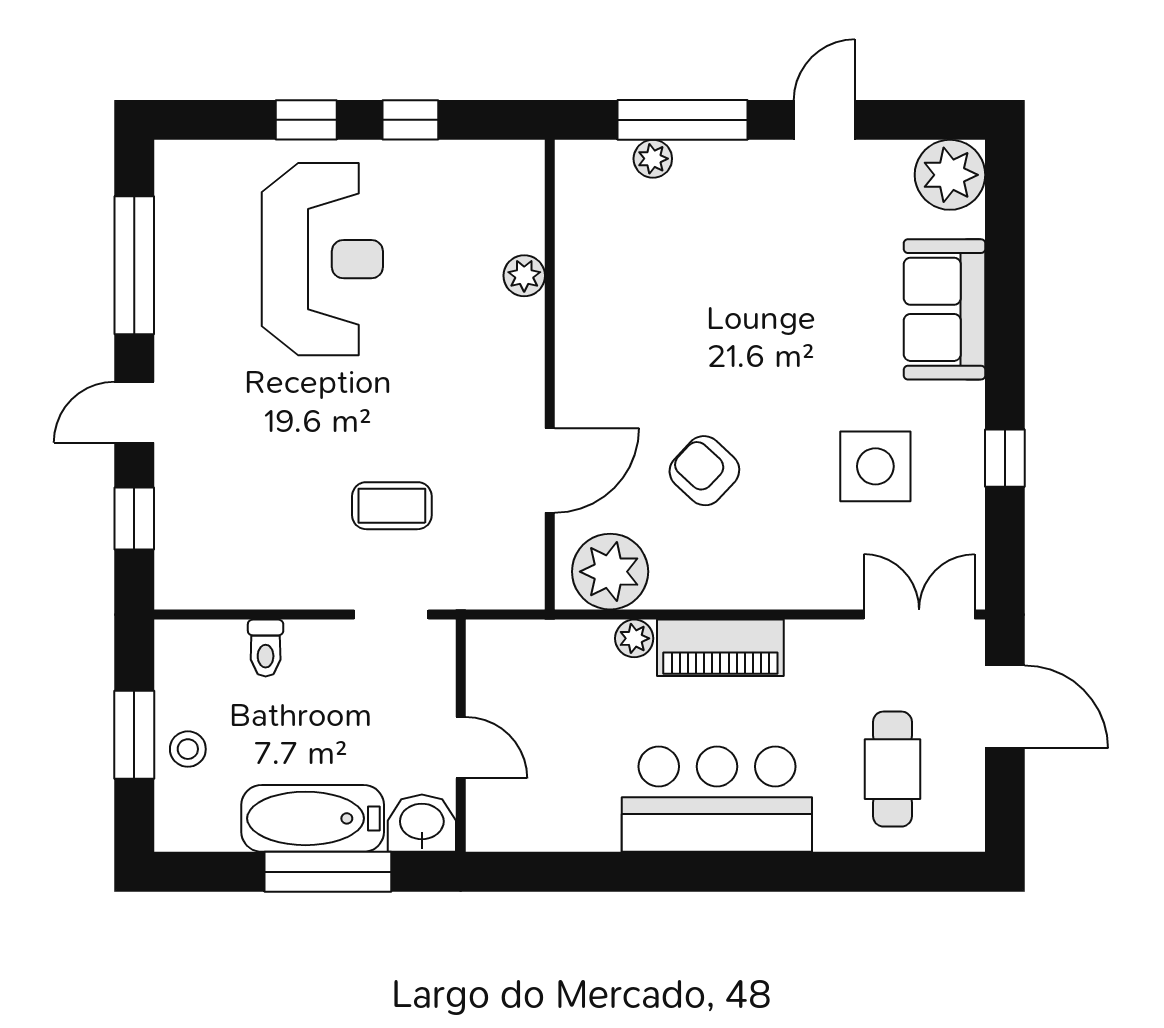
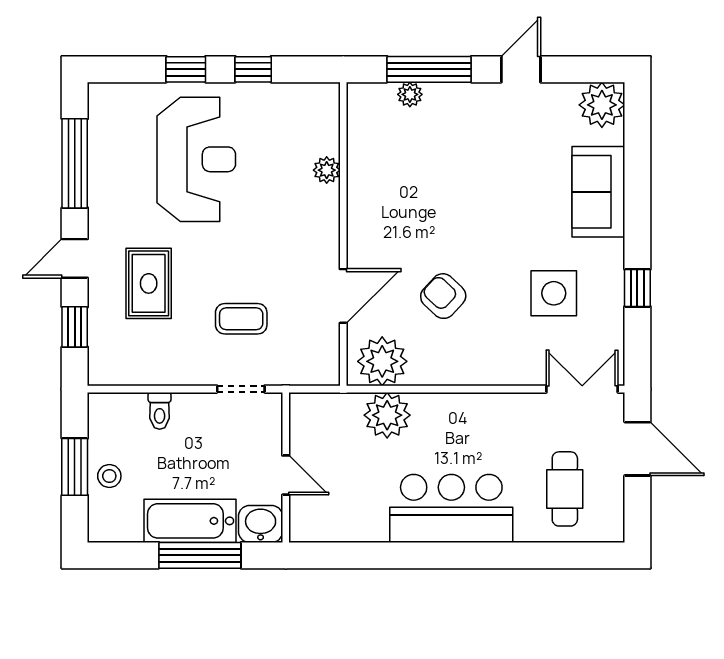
rug: (249, 451) -> (149, 283), added
plant: (634, 638) -> (387, 415), width x1.87, depth x1.87
piano: (720, 648) -> (454, 411), removed

